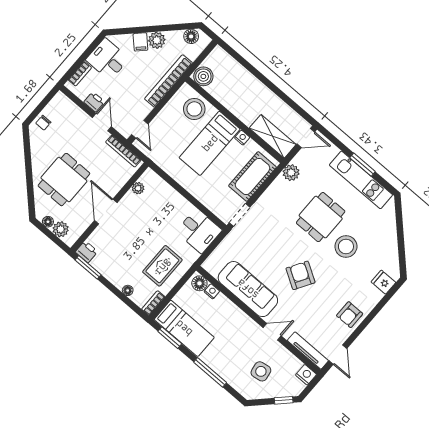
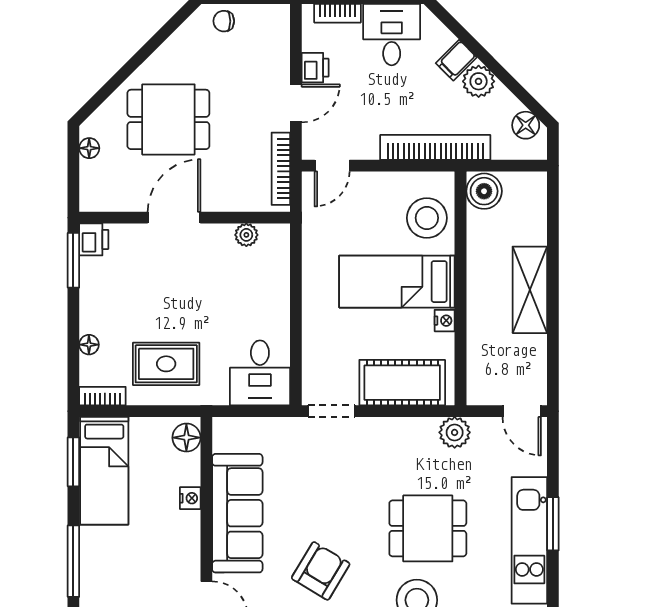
shelving: (273, 136) -> (530, 290), moved
plant: (61, 229) -> (94, 175), removed
nightstand: (212, 291) -> (190, 498), moved

